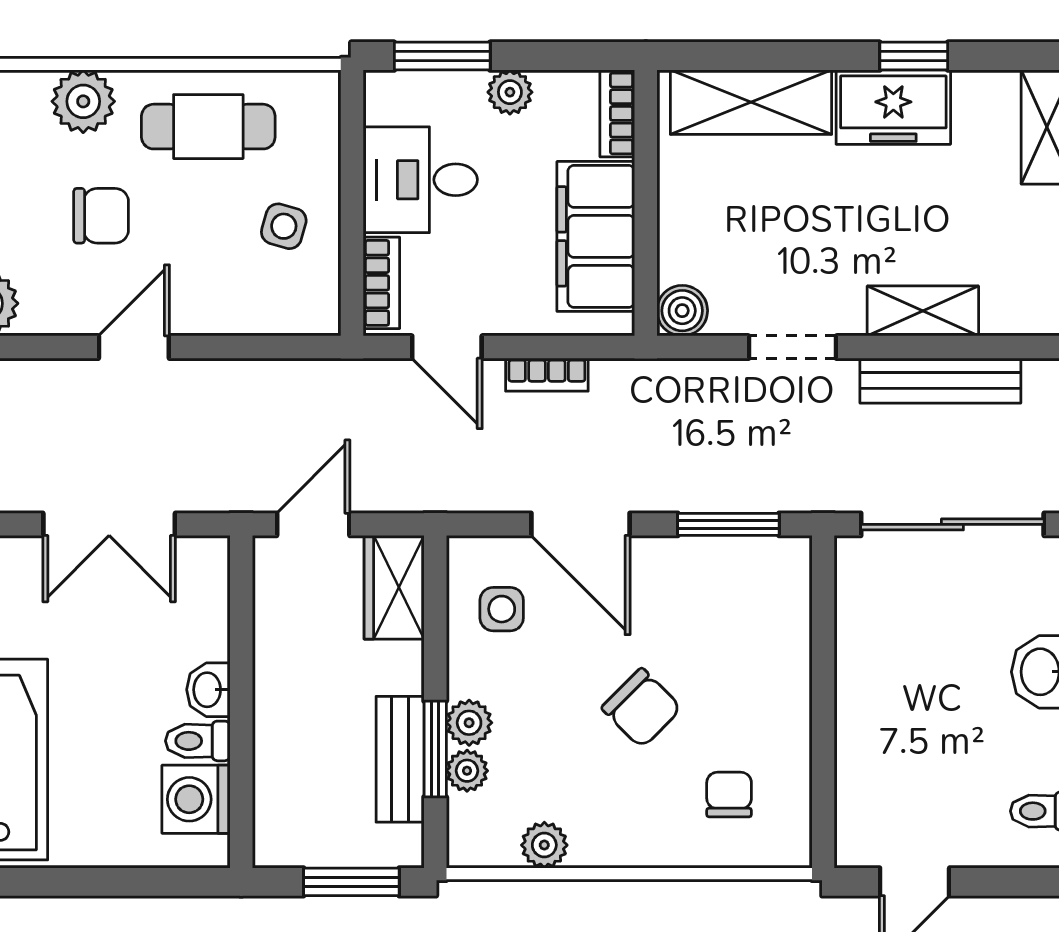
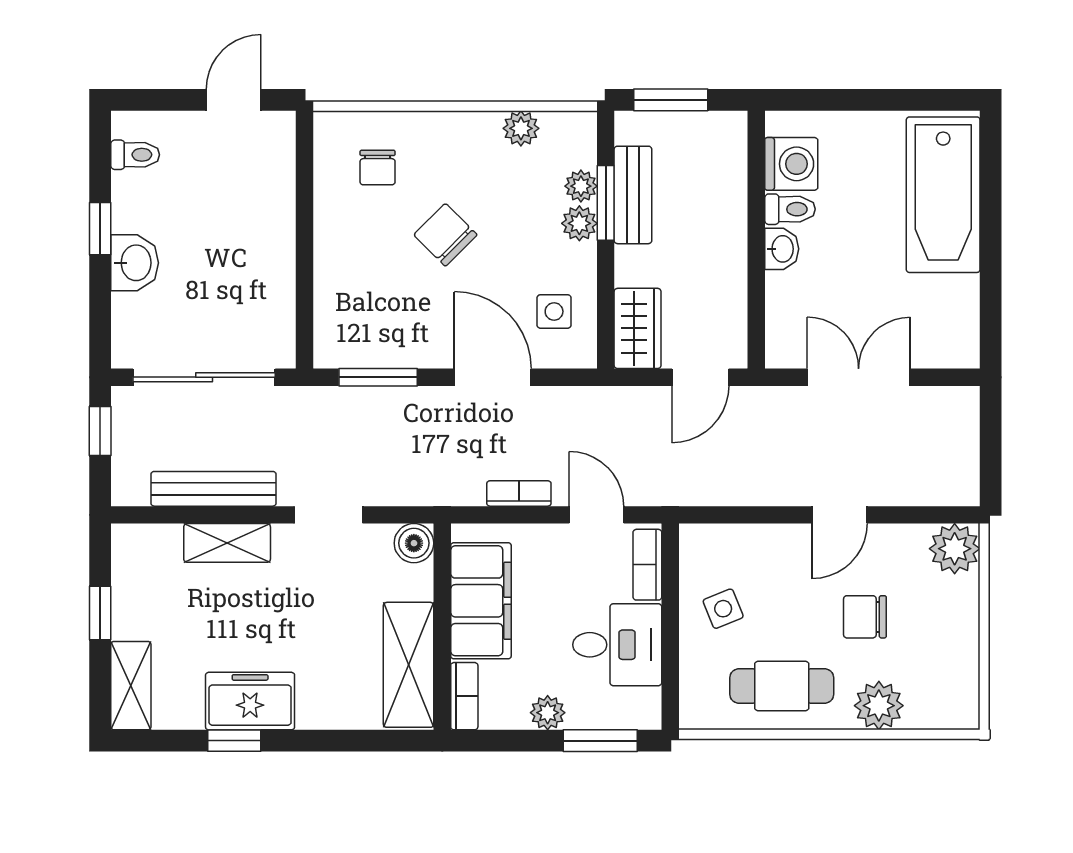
shelving: (751, 102) -> (409, 665), moved, turned 90
side table: (284, 226) -> (723, 609), turned -38

